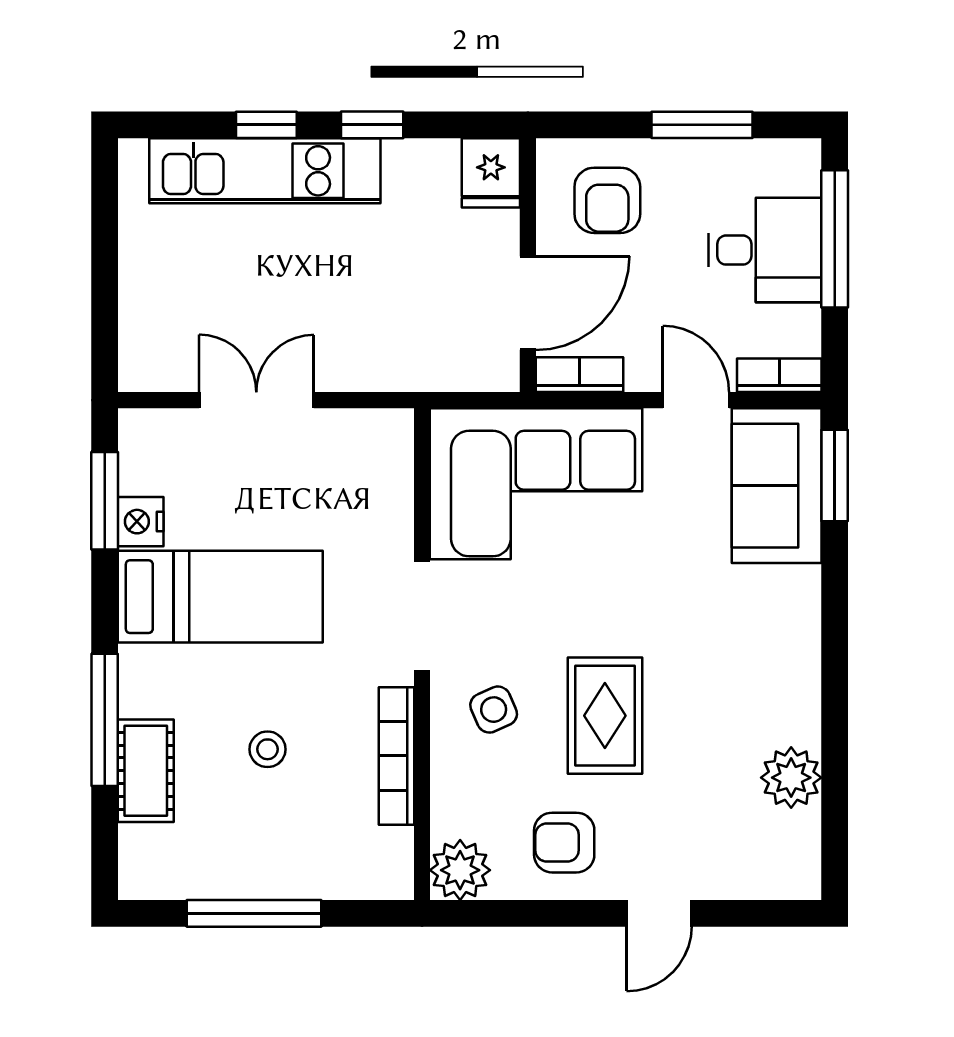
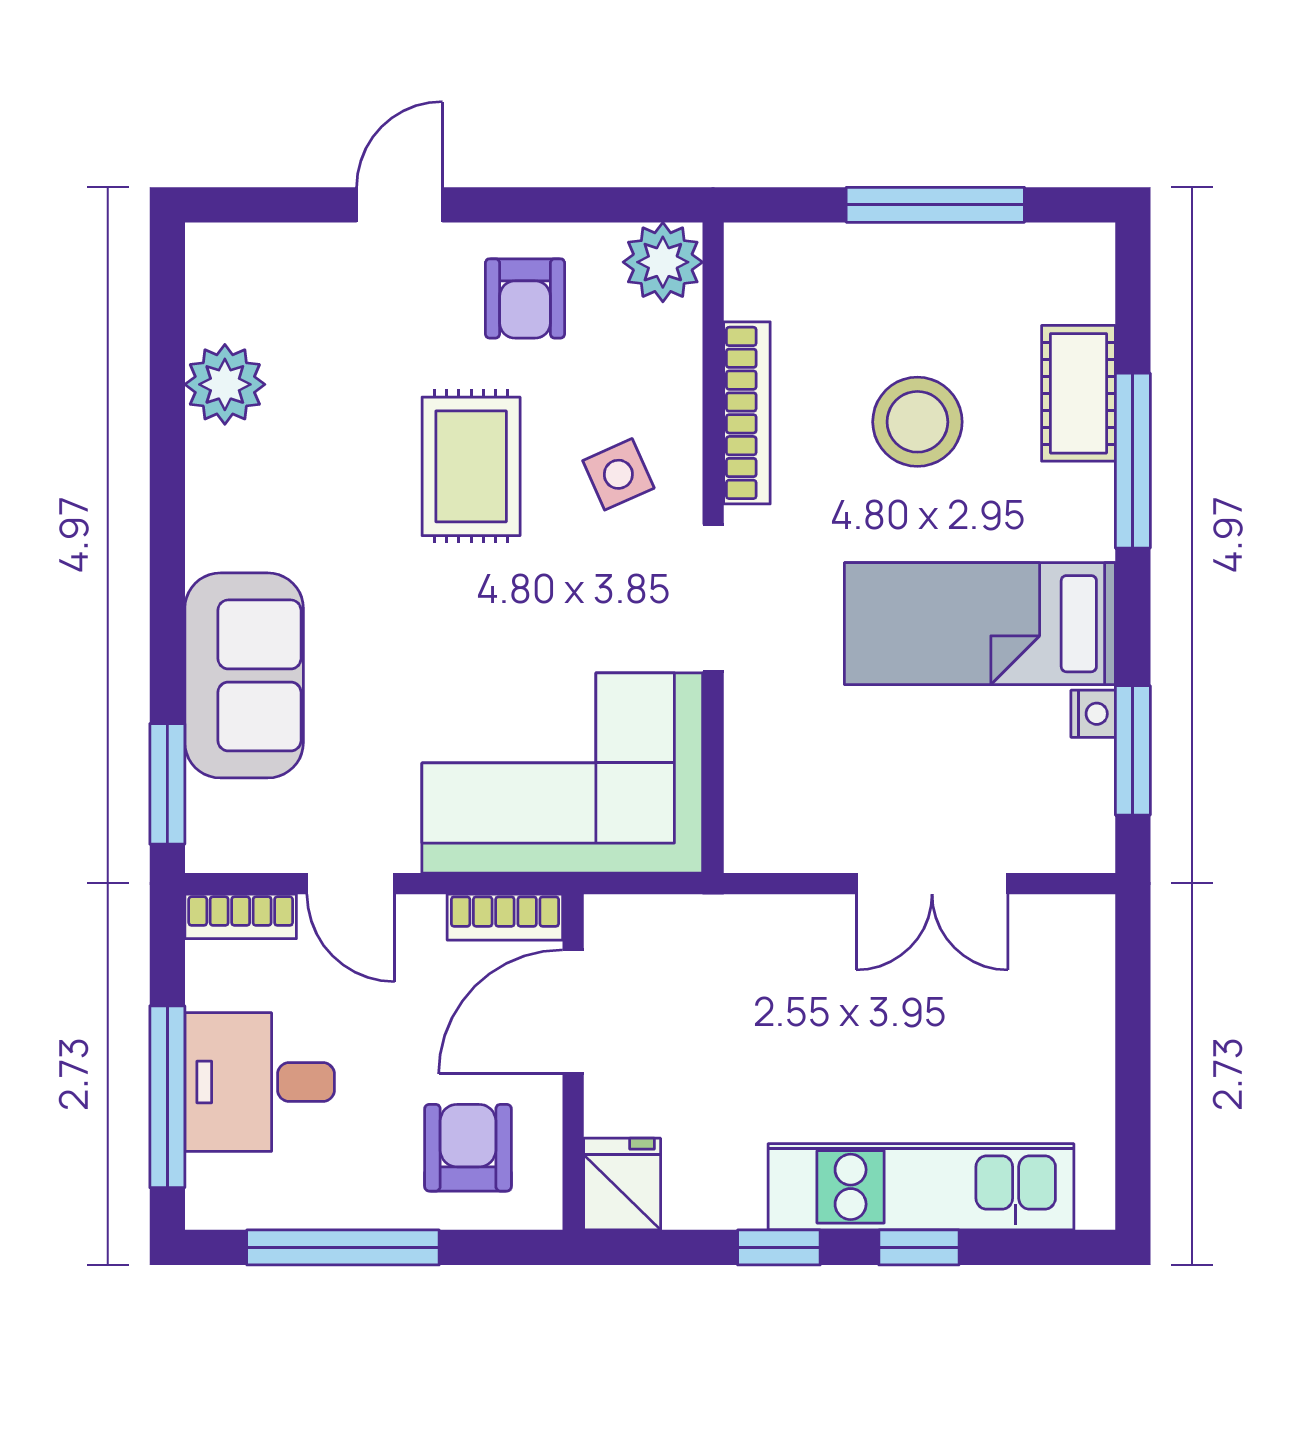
window: (702, 125) -> (343, 1247), width x1.44
sofa: (777, 486) -> (244, 675), moved
nightstand: (141, 522) -> (1093, 714), width x0.72, depth x0.74
stool: (268, 749) -> (917, 422), width x1.89, depth x1.89
armchair: (564, 843) -> (525, 298), turned 90

